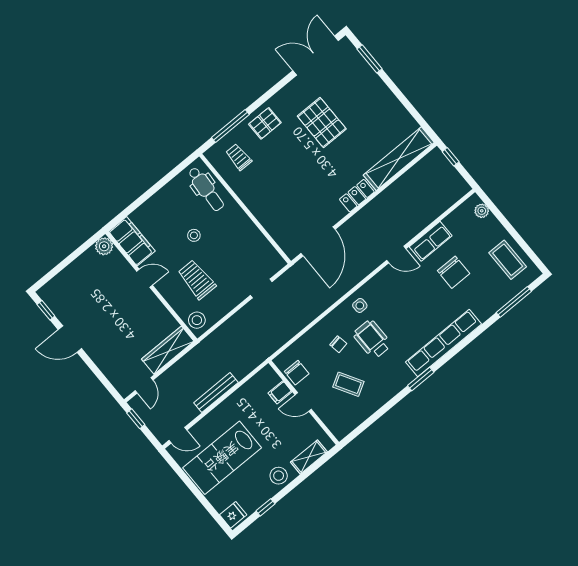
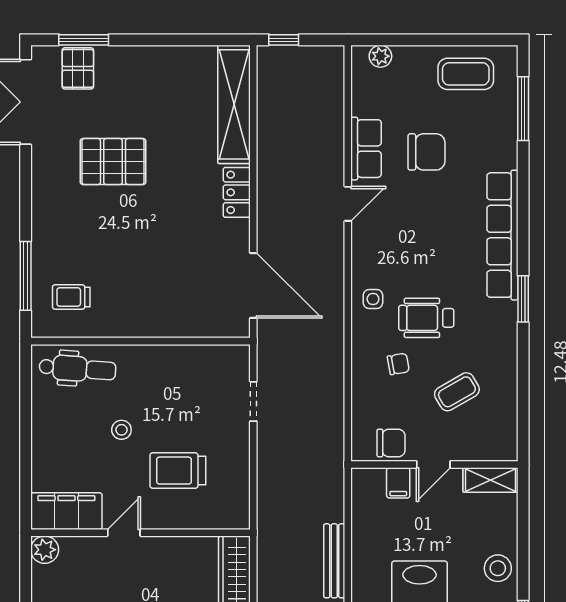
pallet: (265, 123) -> (78, 68), moved
stool: (197, 320) -> (227, 511), removed
shelving: (309, 457) -> (490, 480), moved, turned 90

